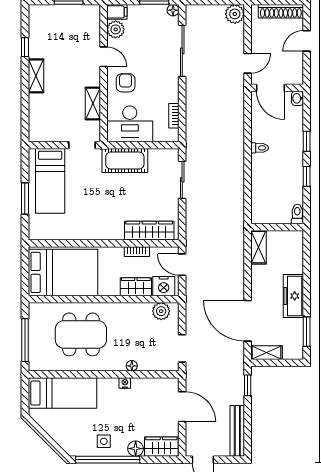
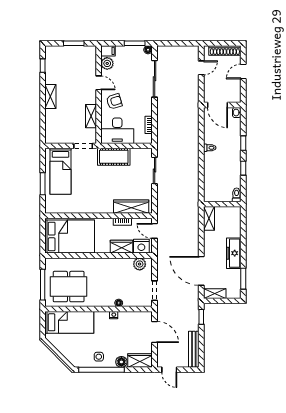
plant: (235, 14) -> (192, 52), removed
window: (25, 47) -> (43, 66), moved
door: (248, 63) -> (201, 68), moved
armchair: (126, 83) -> (114, 101), turned 73
dining table: (81, 334) -> (69, 287), moved

